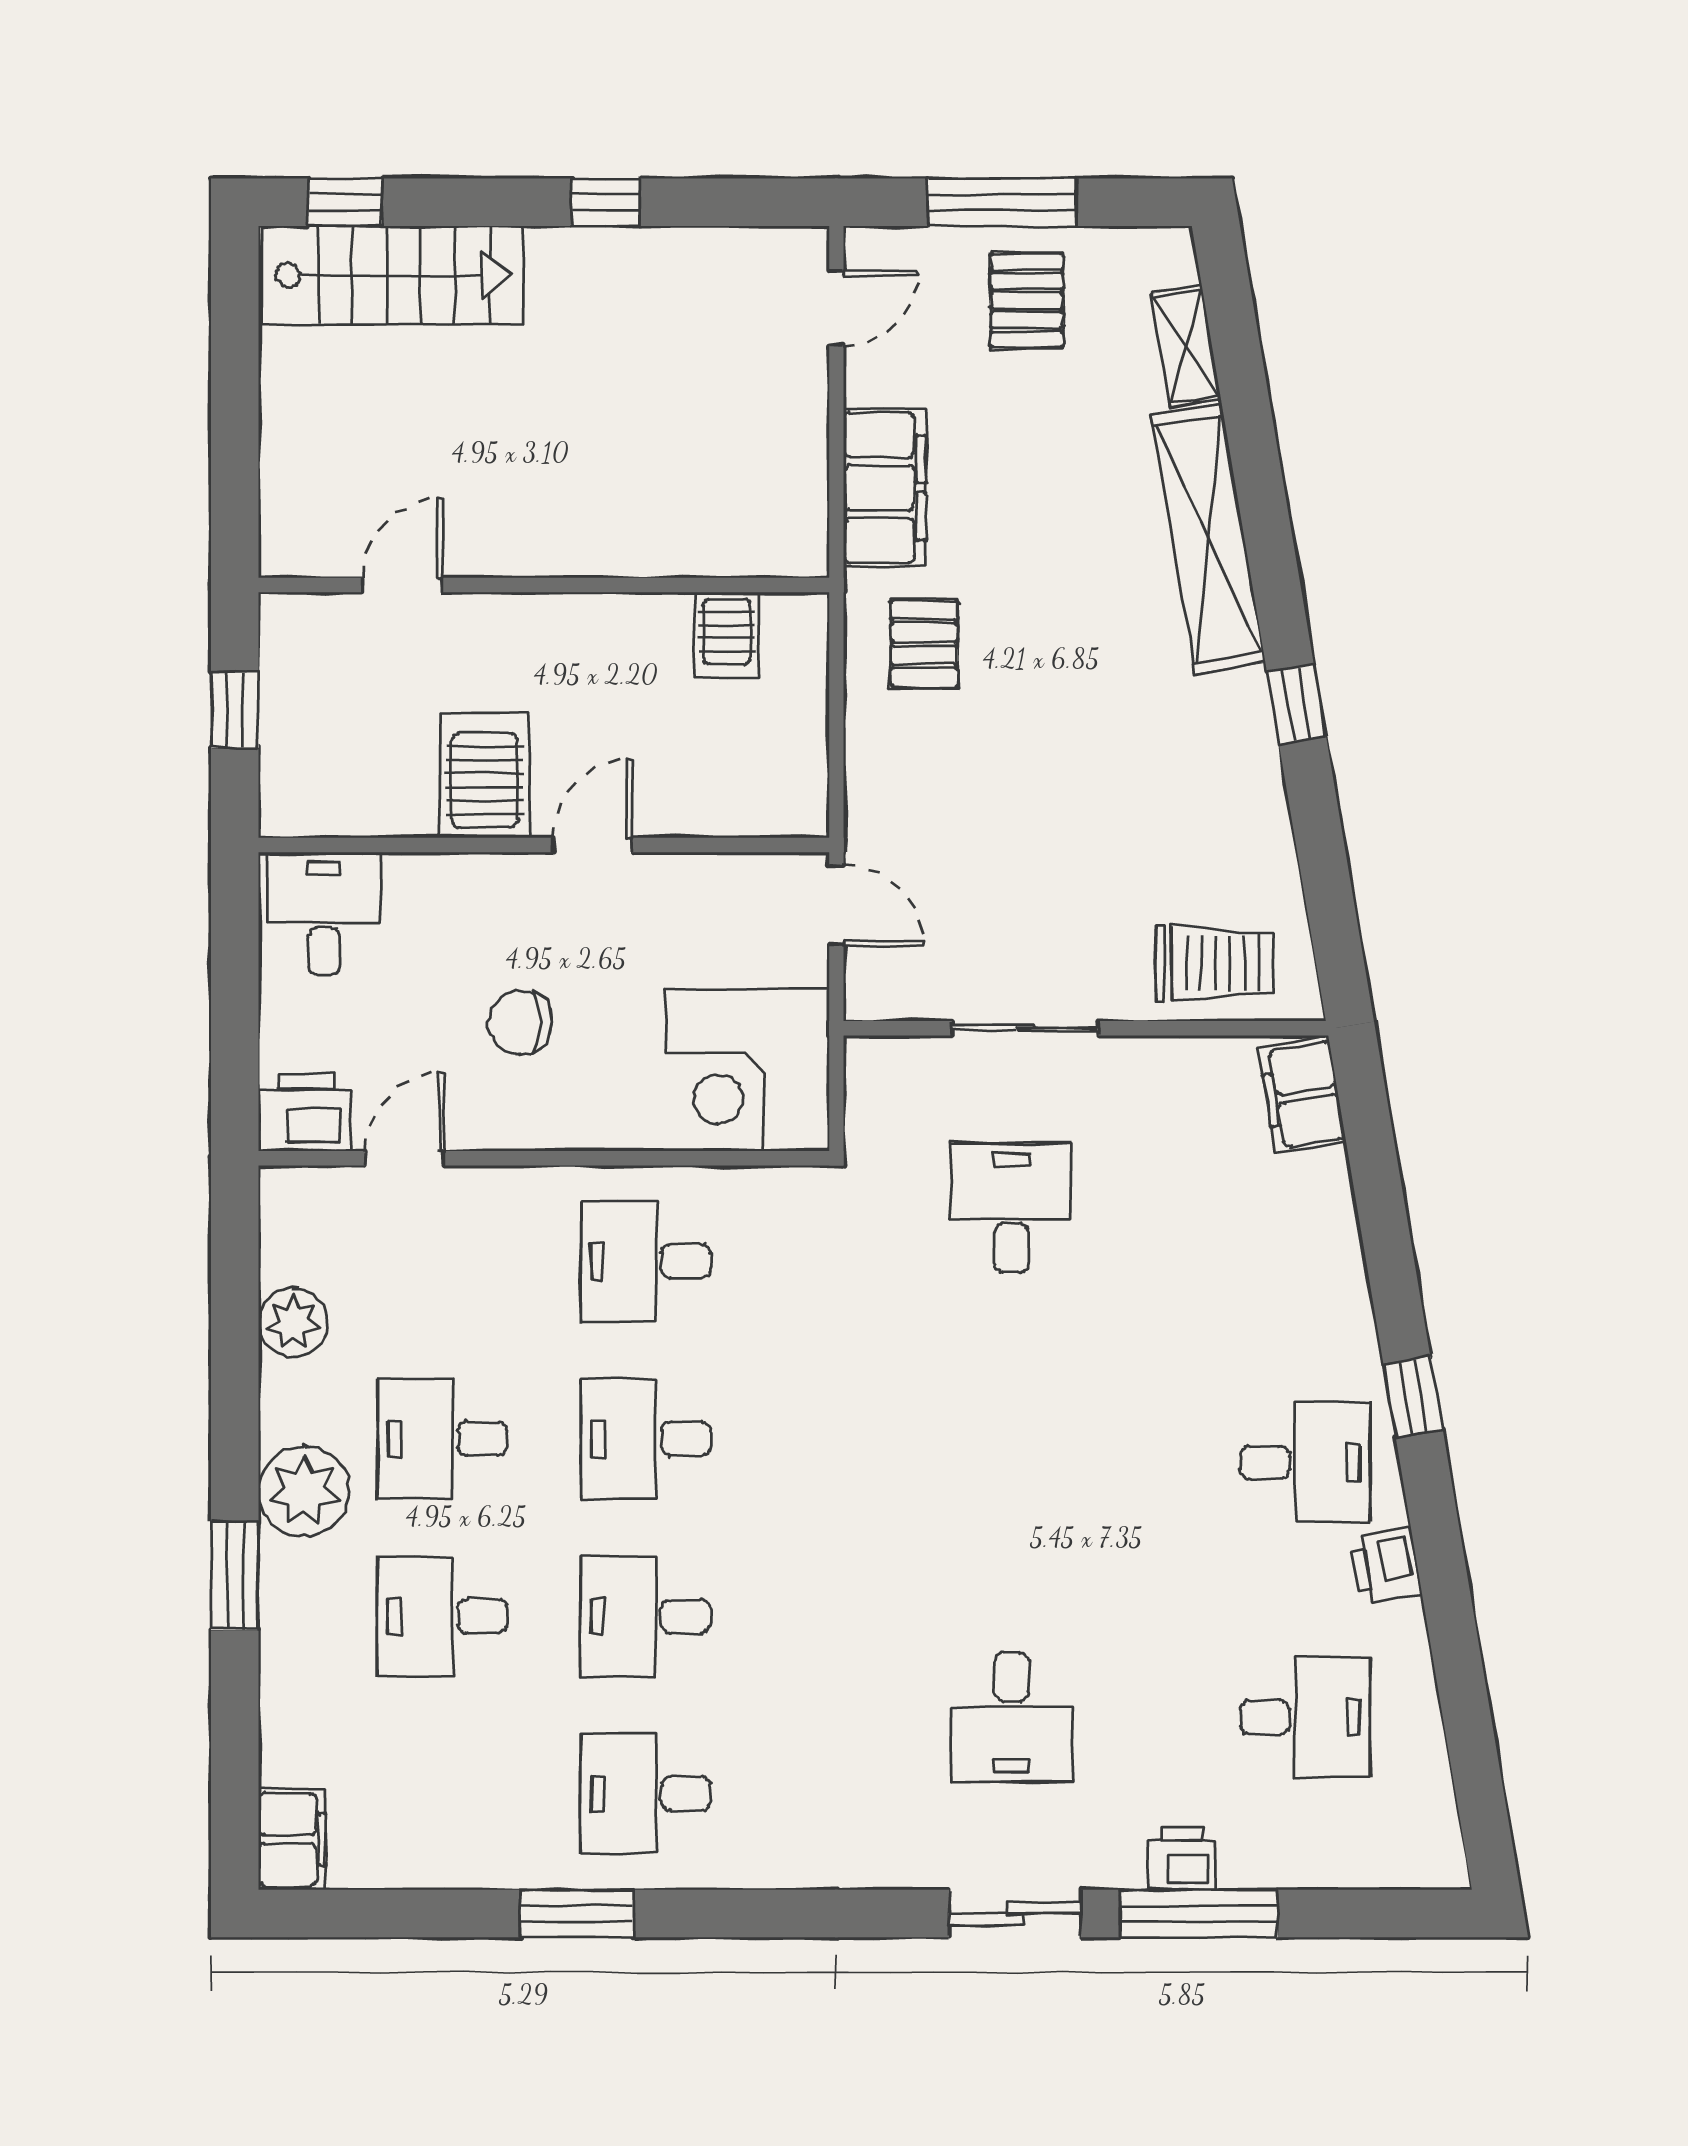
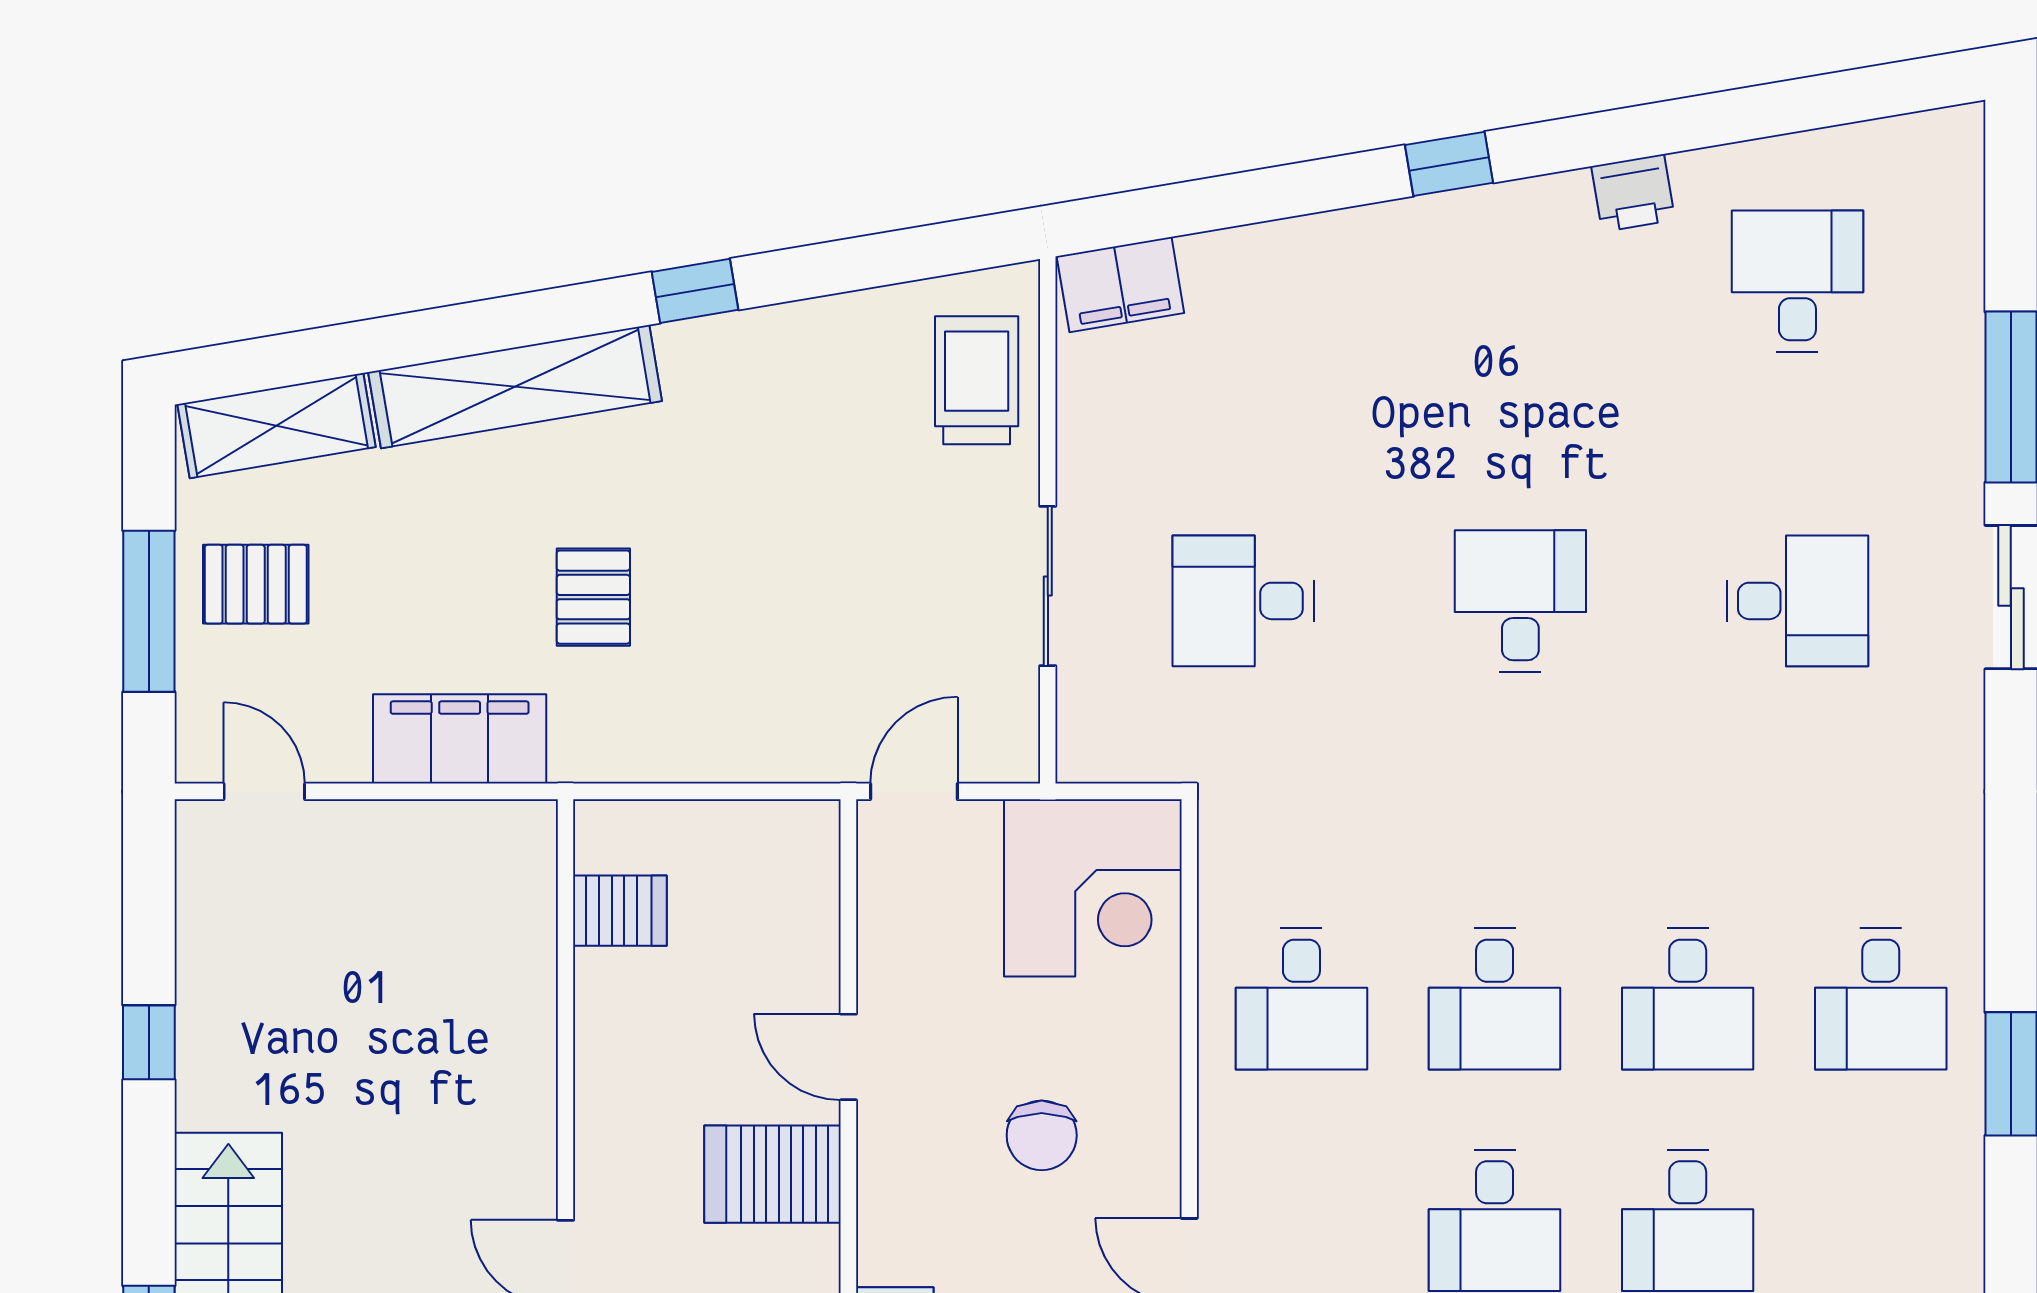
shelving: (1186, 347) -> (277, 426), width x1.50, depth x1.33
pallet: (924, 644) -> (593, 597), moved, turned 90
desk: (1305, 1463) -> (1520, 601), moved
printer: (1182, 1859) -> (1952, 415), removed

